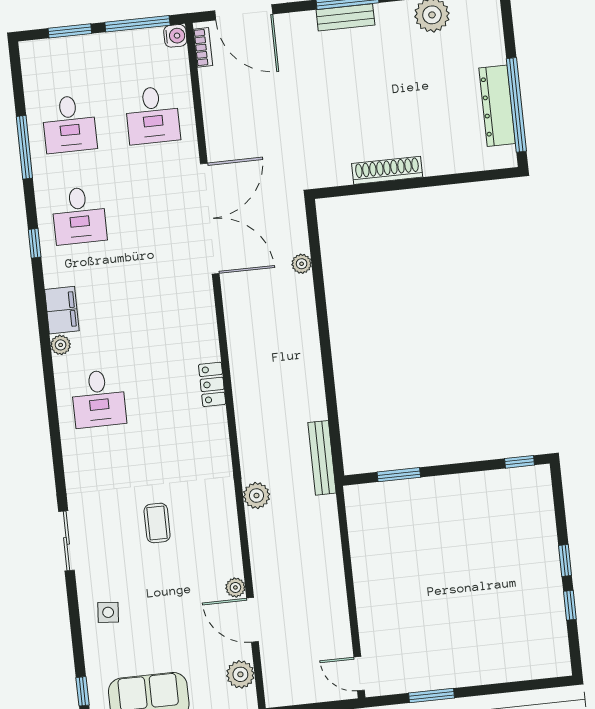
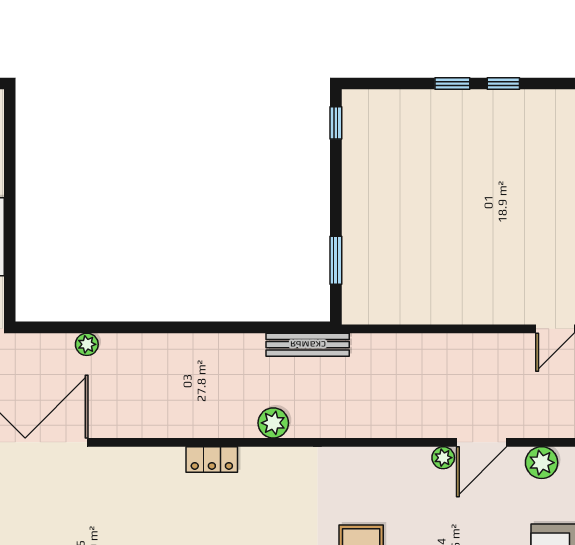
plant: (256, 496) -> (273, 423), moved

